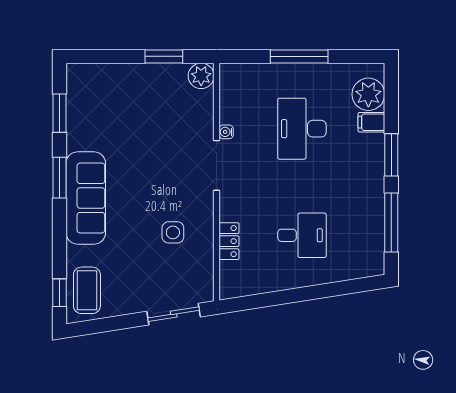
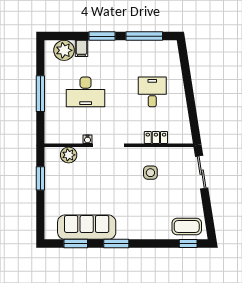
plant: (201, 76) -> (69, 155), moved
sofa: (86, 198) -> (87, 227), moved

